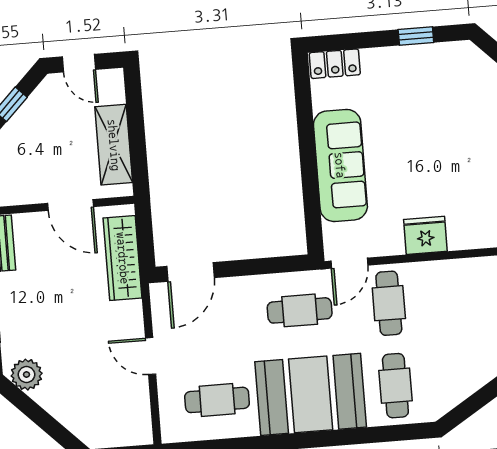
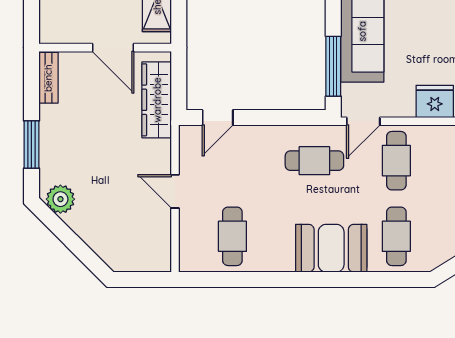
window: (312, 206) -> (333, 66), added
door: (190, 272) -> (218, 118), width x0.73
booth: (311, 394) -> (331, 248), width x0.73, depth x0.70
cafe table: (217, 400) -> (232, 236), turned 90

